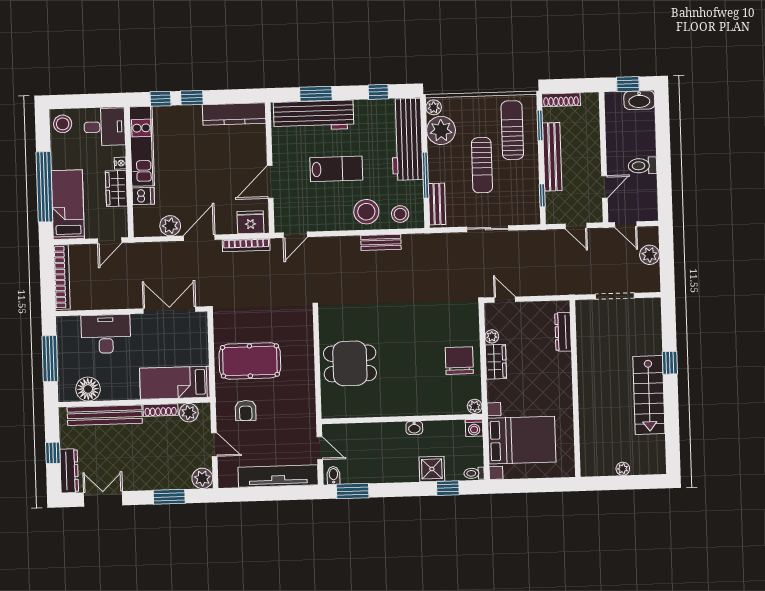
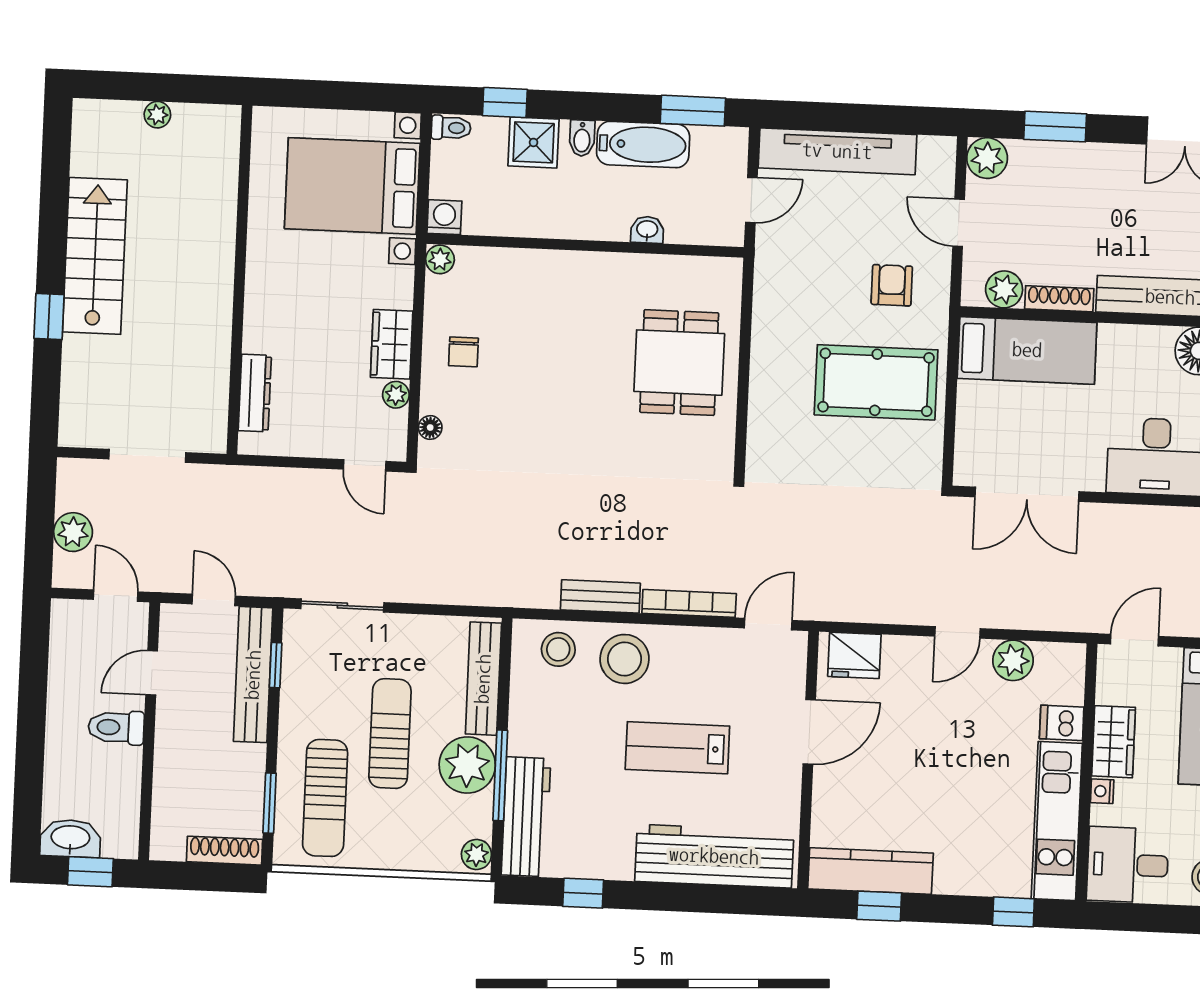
window: (316, 94) -> (706, 899), removed
window: (192, 98) -> (879, 906), moved
plant: (441, 130) -> (467, 765), moved
workbench: (407, 139) -> (526, 817), width x0.73, depth x0.76
bench: (552, 157) -> (253, 675), moved
toilet: (642, 166) -> (116, 727), moved, turned 180
window: (425, 175) -> (500, 775), moved
bench: (437, 204) -> (483, 679), width x1.36
sliding door: (488, 229) -> (342, 606), moved
door: (199, 238) -> (958, 632), width x0.73
bookcase: (246, 245) -> (689, 603), moved
floor lamp: (473, 321) -> (430, 428), added
chair: (459, 361) -> (463, 352), width x0.54, depth x0.54
dining table: (350, 363) -> (679, 363), turned 90
washbasin: (414, 428) -> (647, 230), moved
door: (320, 448) -> (751, 200), swing flipped
bathtub: (376, 472) -> (643, 145), added
bidet: (333, 475) -> (582, 138), moved

